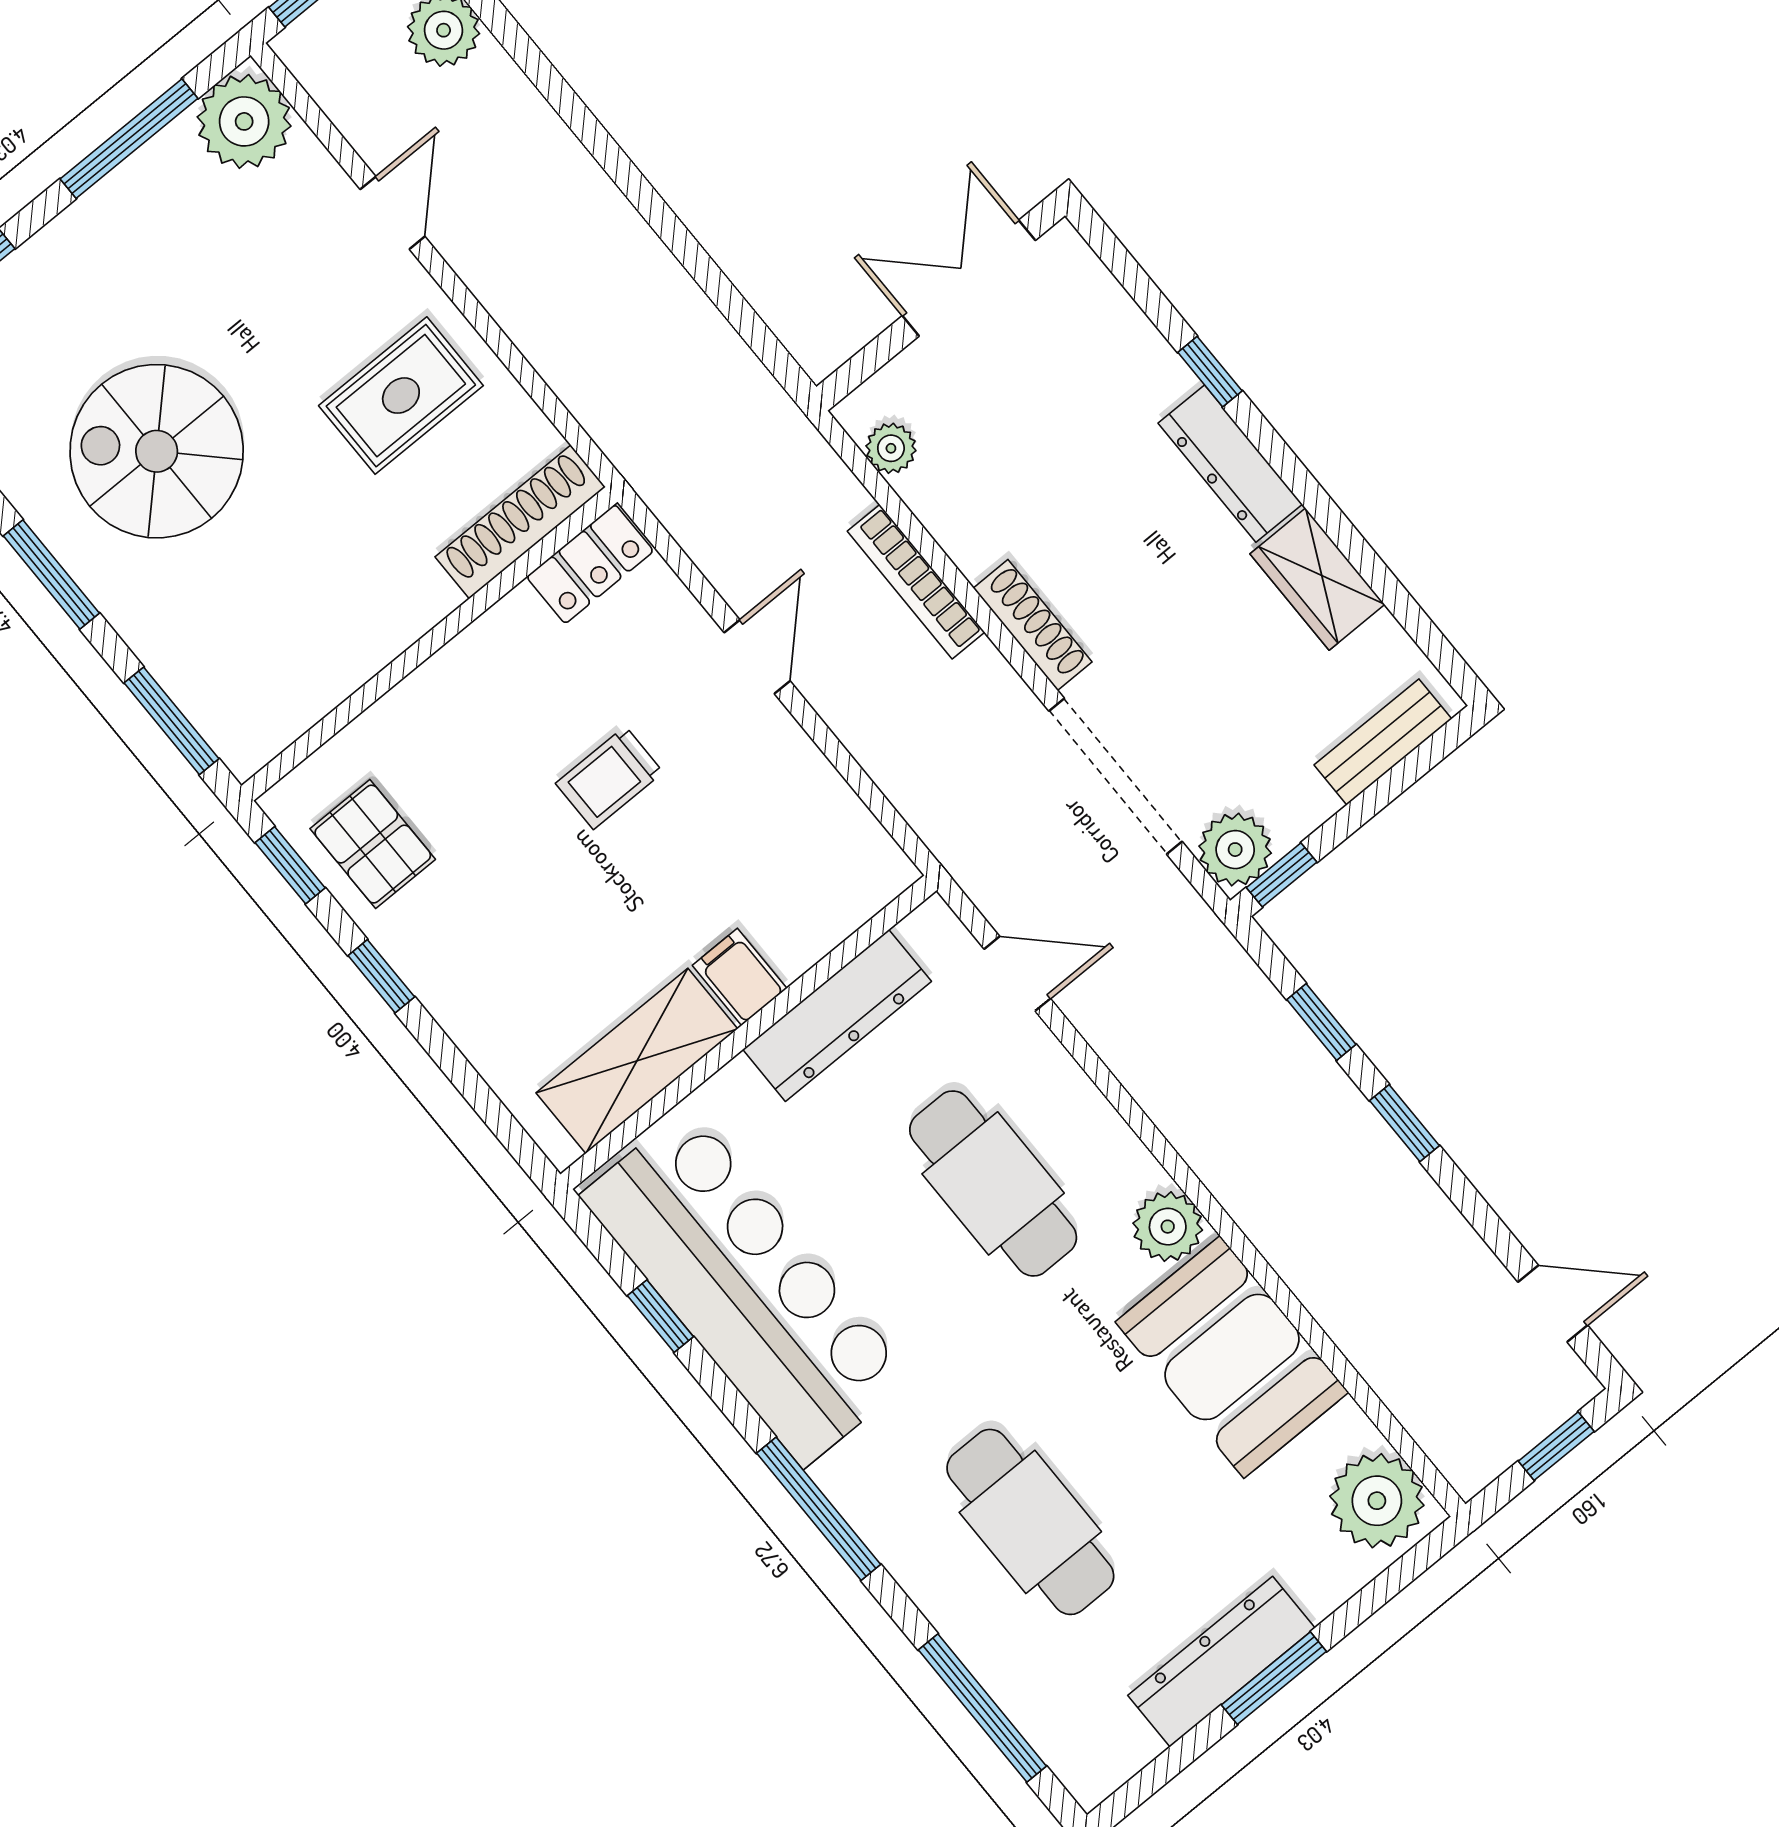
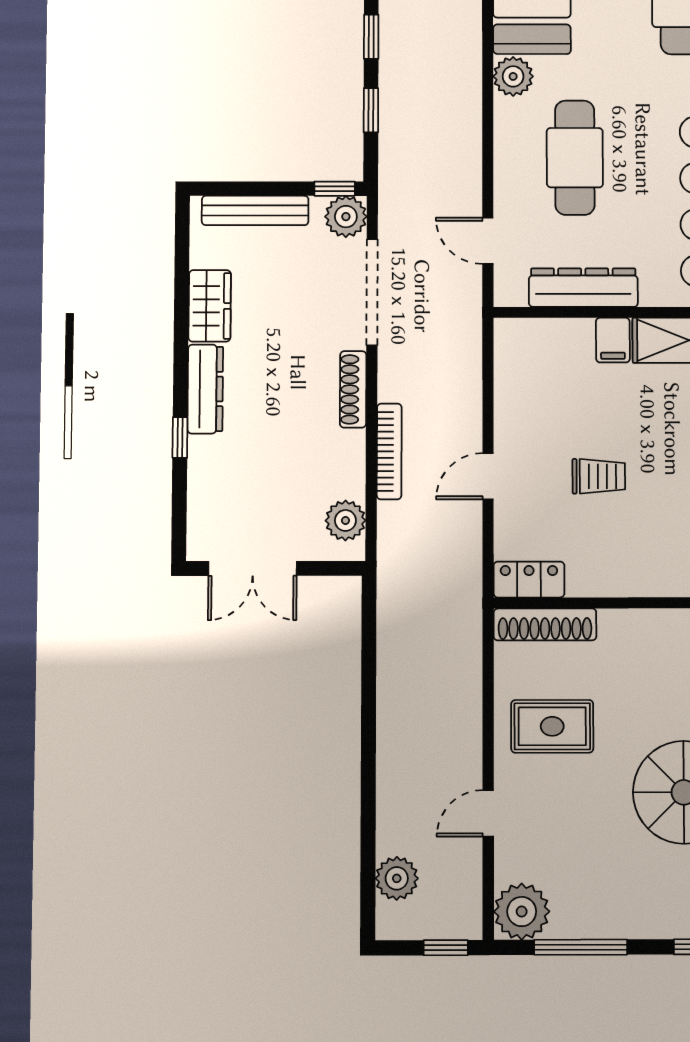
plant: (891, 448) -> (345, 520), width x1.38, depth x1.38
bench: (1383, 742) -> (255, 210), width x1.36

